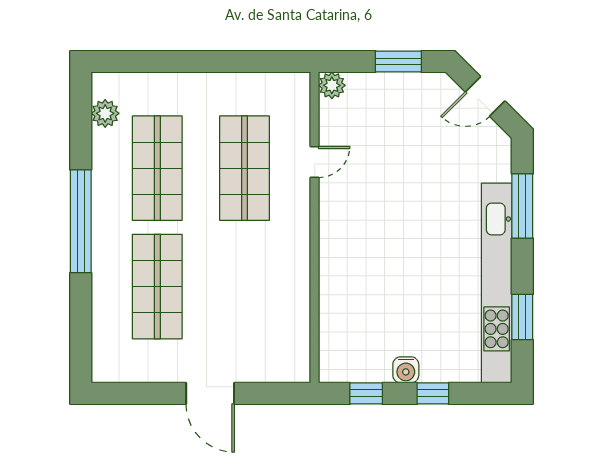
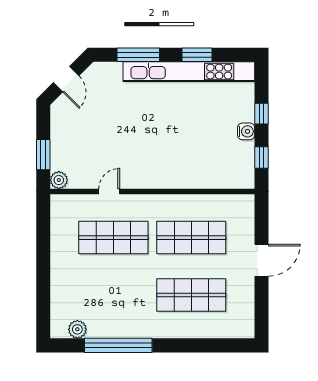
window: (398, 62) -> (43, 155), moved
door: (315, 162) -> (109, 191), hinge flipped
shop shelf: (157, 168) -> (191, 238), moved
window: (81, 221) -> (118, 345), moved
window: (522, 317) -> (197, 55), moved

